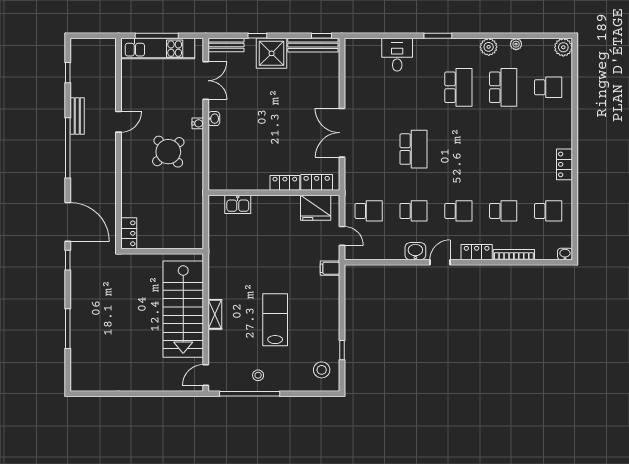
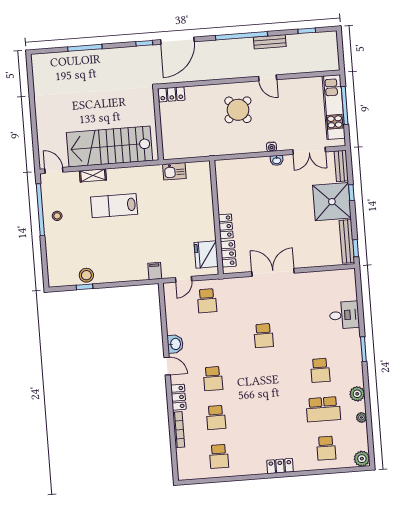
shower: (272, 53) -> (332, 202), width x1.37, depth x1.37
school desk: (458, 87) -> (320, 370), width x0.54
school desk: (413, 149) -> (264, 336), width x0.54
round table: (168, 152) -> (238, 110), moved
locker: (565, 164) -> (280, 466), moved
kitchen sink: (238, 204) -> (174, 171), moved, turned -90
school desk: (413, 211) -> (210, 340), removed
washbasin: (565, 254) -> (183, 474), removed
shelving: (215, 314) -> (93, 175), moved
lab bench: (275, 320) -> (114, 206), moved, turned 180
stool: (322, 370) -> (86, 275), moved

